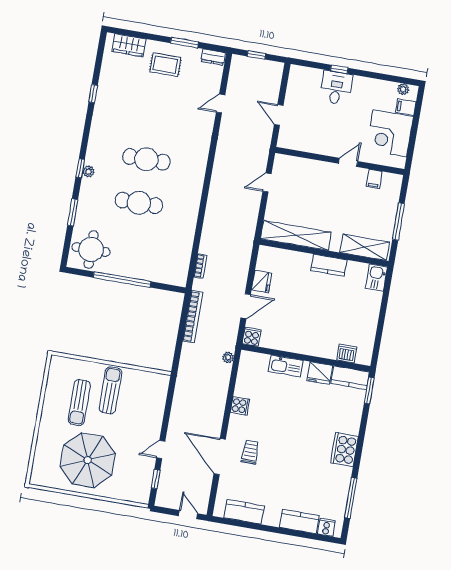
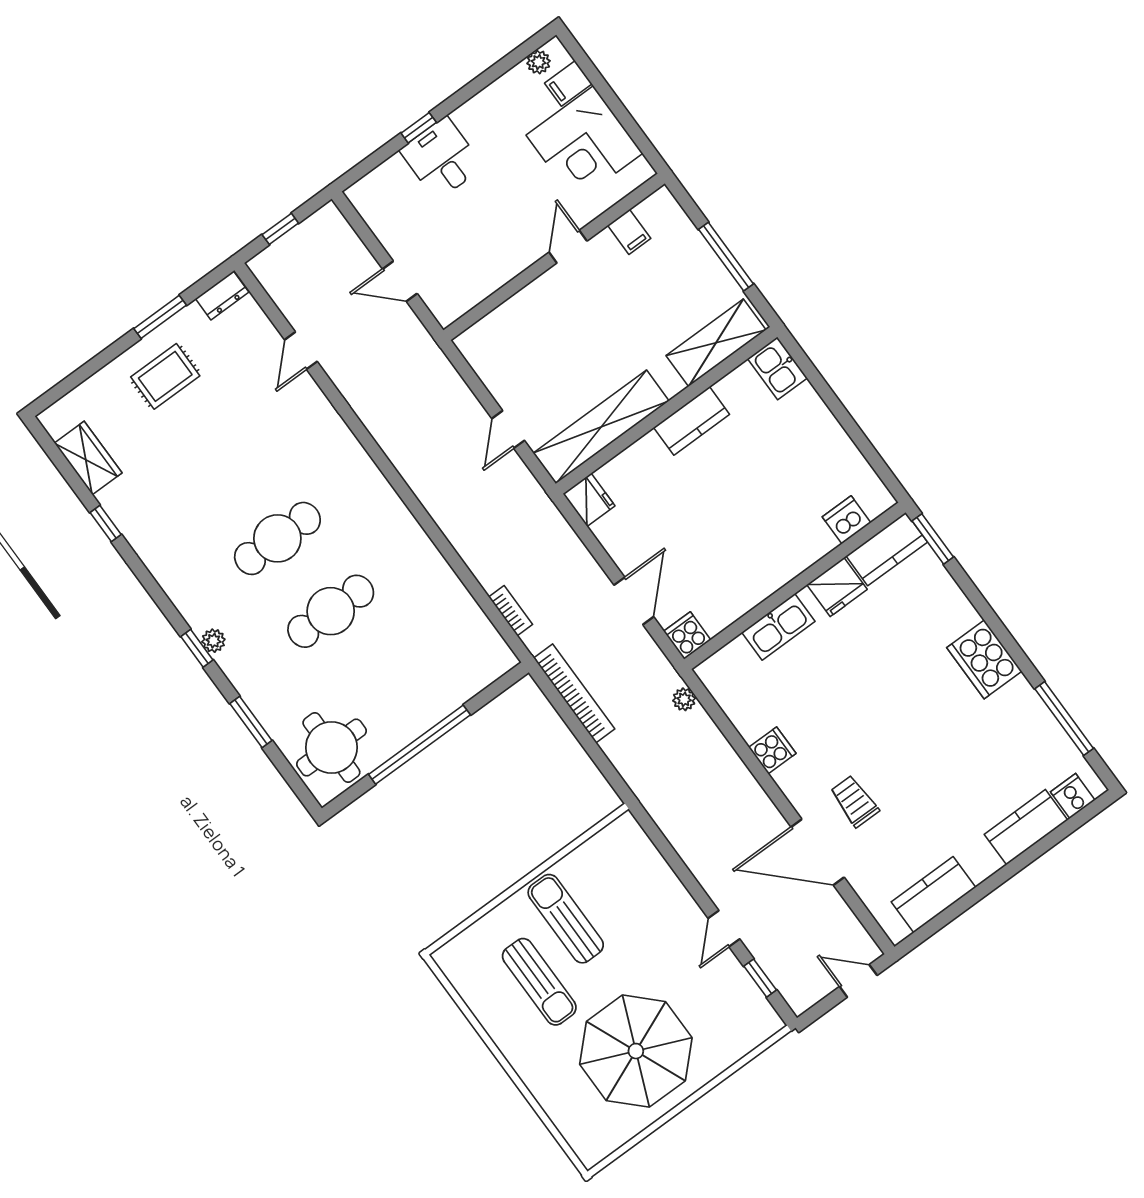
wardrobe: (129, 45) -> (88, 458), moved, turned -90
door: (267, 182) -> (508, 429), moved
fridge: (262, 282) -> (589, 500), moved

